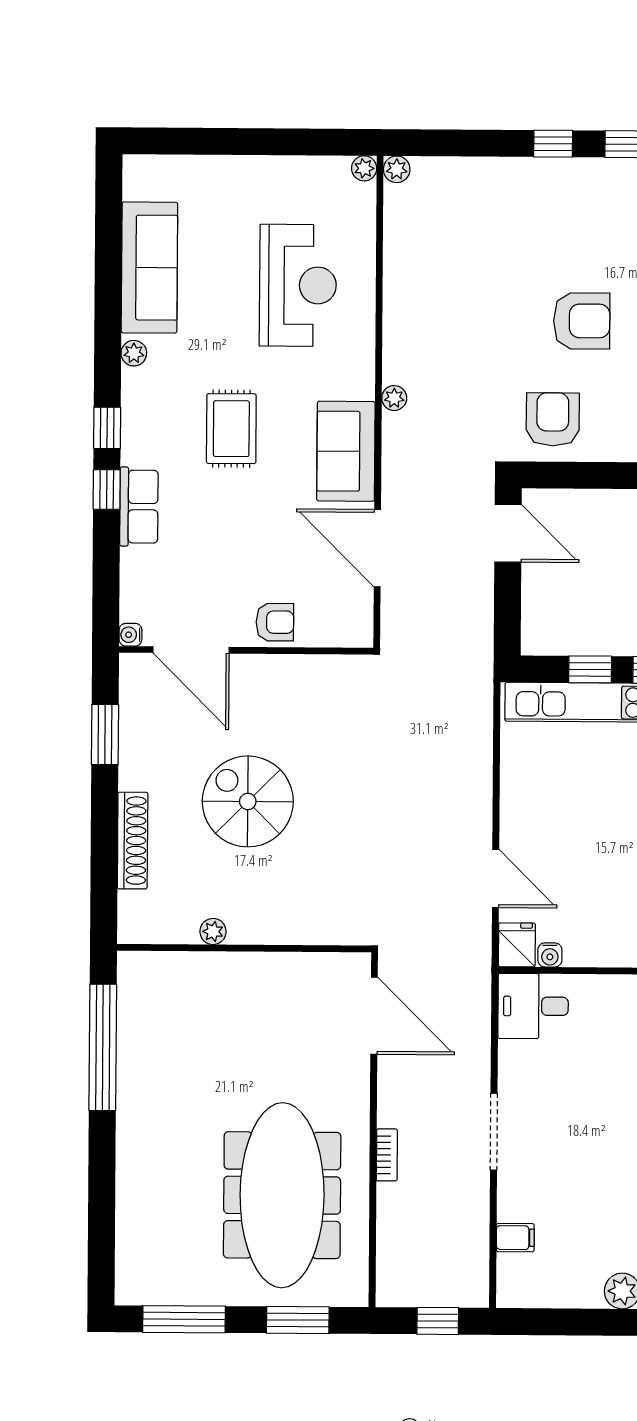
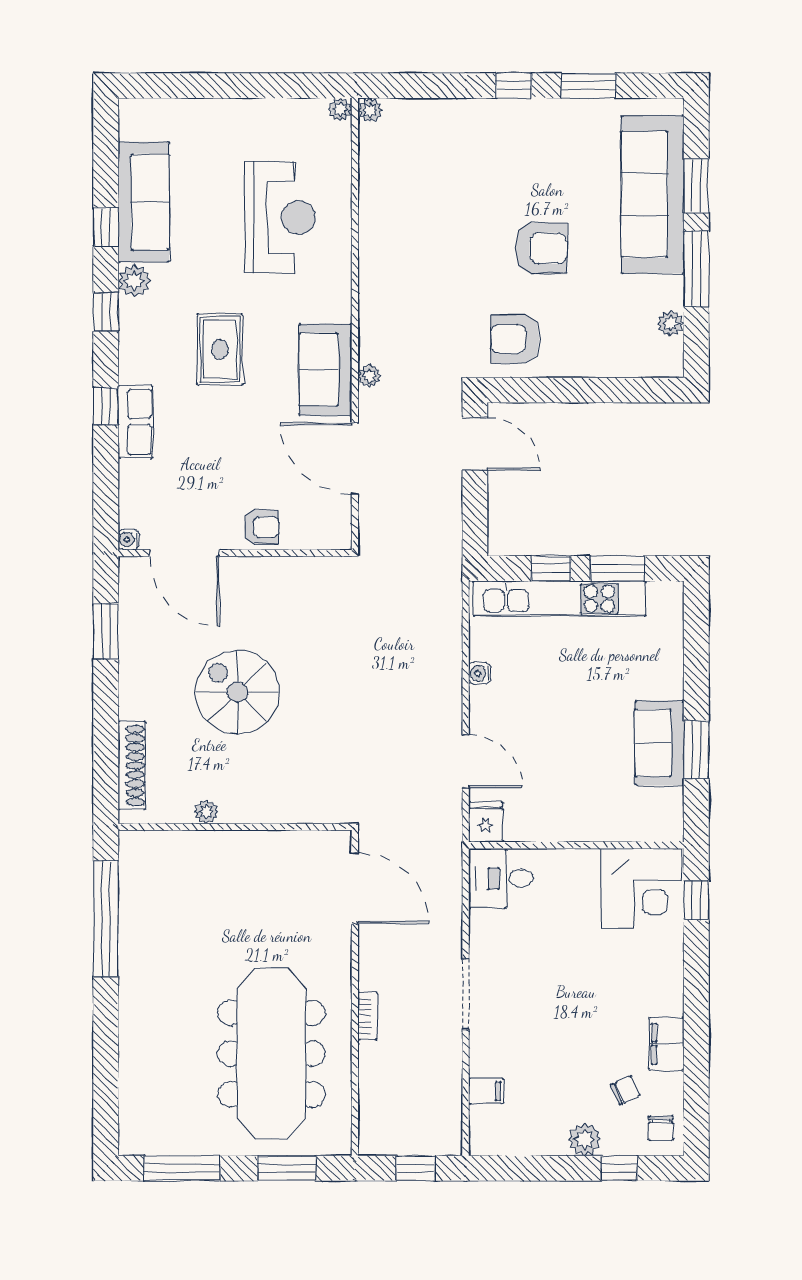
window: (108, 295) -> (106, 227), added
plant: (134, 353) -> (134, 281), width x1.38, depth x1.38
plant: (394, 398) -> (369, 376), moved
armchair: (553, 419) -> (515, 339), turned -90
window: (107, 428) -> (106, 312), moved
shoe rack: (133, 841) -> (132, 766), moved
water cooler: (550, 955) -> (480, 673), moved, turned 90

